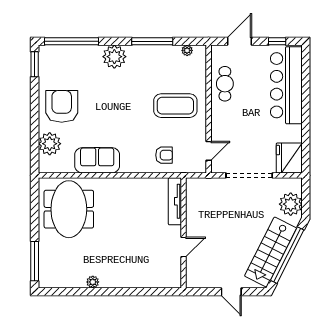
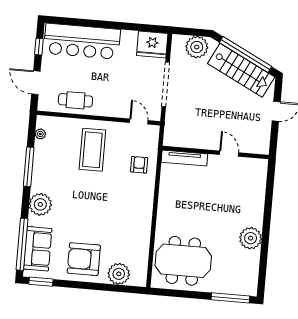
sofa: (97, 160) -> (38, 249), moved, turned 180
plant: (93, 282) -> (251, 238), width x1.87, depth x1.87

